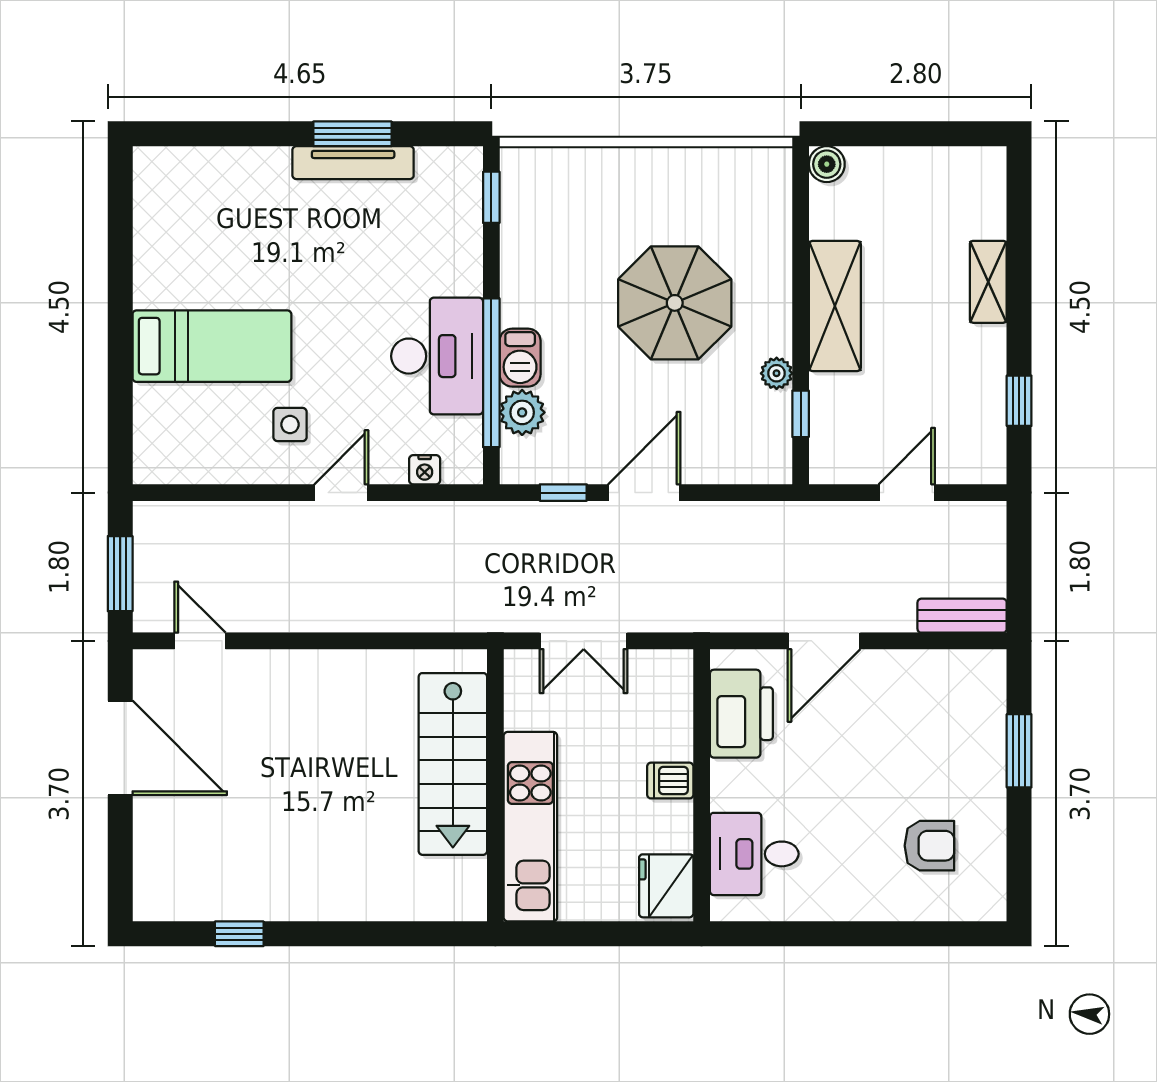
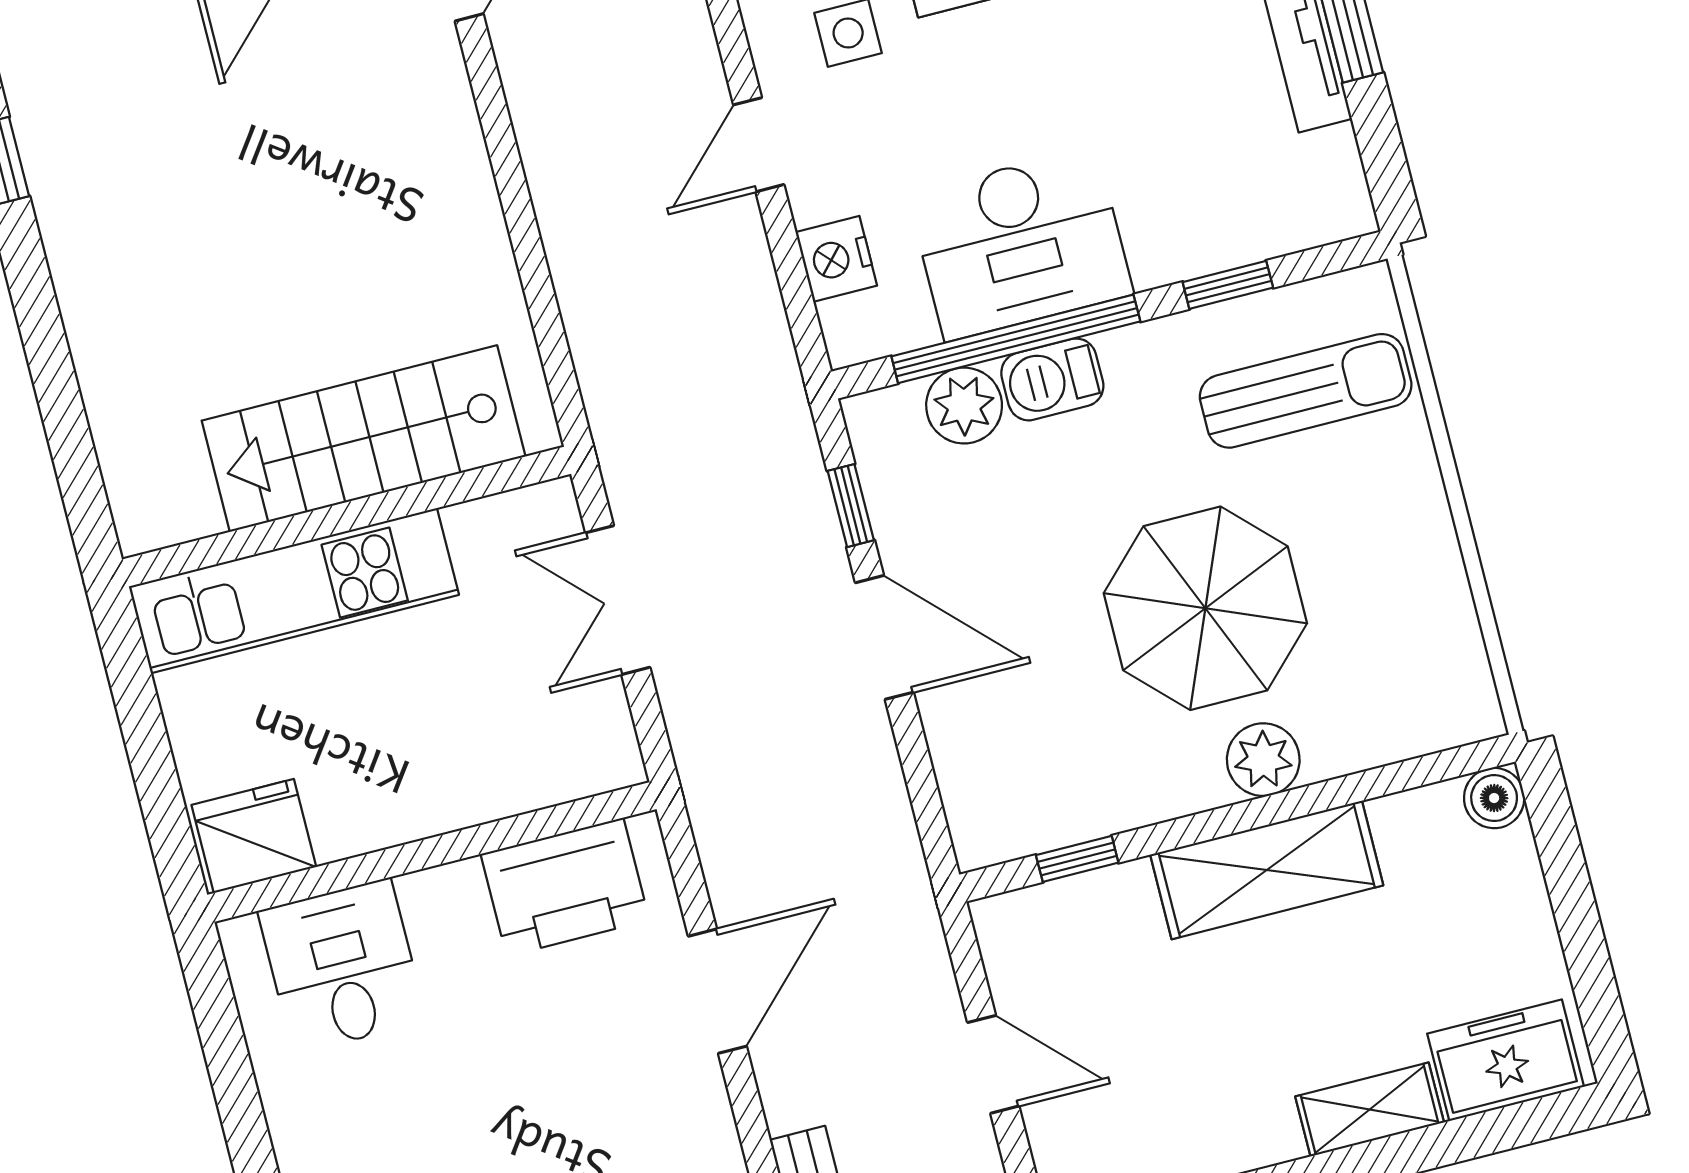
freezer: (980, 196) -> (1506, 1060), added
window: (491, 197) -> (1228, 285), moved
sun lounger: (564, 213) -> (1306, 391), added
plant: (777, 373) -> (1263, 760), moved, width x1.38, depth x1.38
nightstand: (425, 470) -> (836, 259), width x1.39, depth x1.35
door: (341, 493) -> (759, 145), swing flipped
door: (824, 641) -> (717, 991), swing flipped
dishwasher: (670, 781) -> (427, 799), removed

